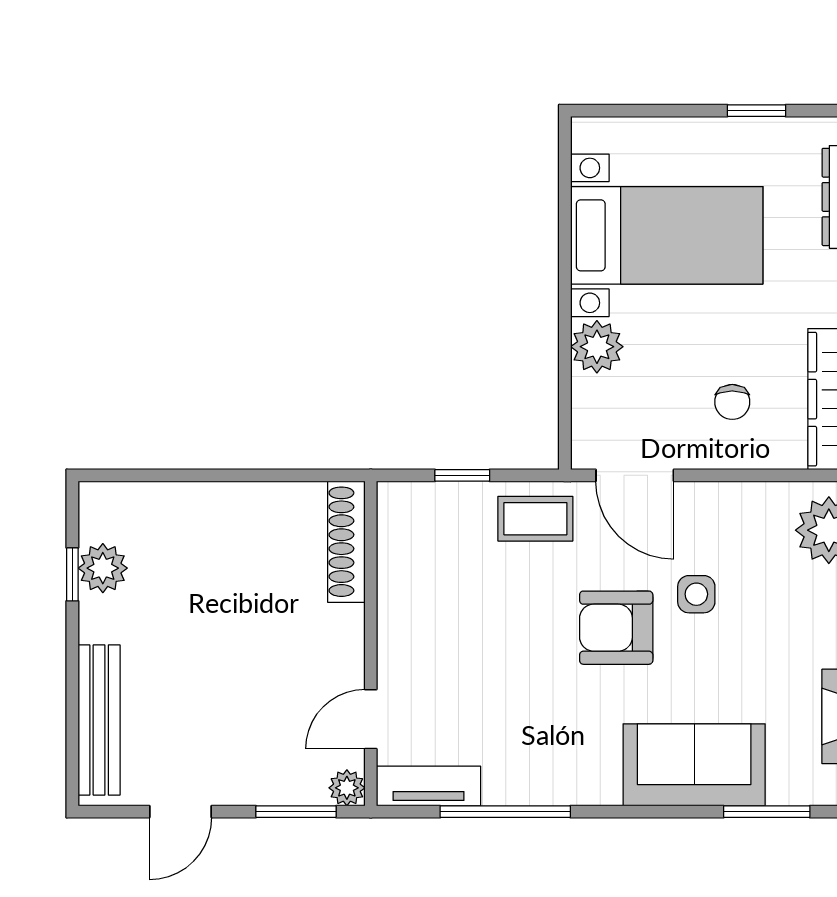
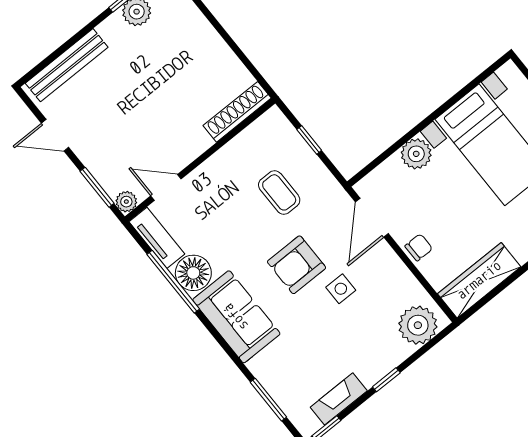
chair: (732, 402) -> (419, 247), moved, turned 180
coffee table: (535, 519) -> (279, 192), moved
armchair: (616, 628) -> (297, 265), turned -90
sofa: (694, 765) -> (236, 317), moved
floor lamp: (515, 775) -> (193, 273), added

